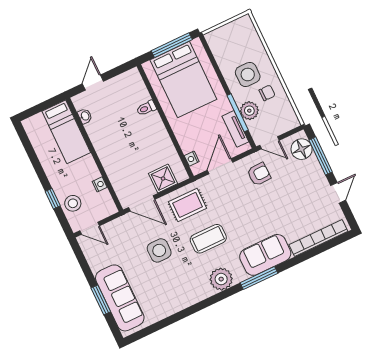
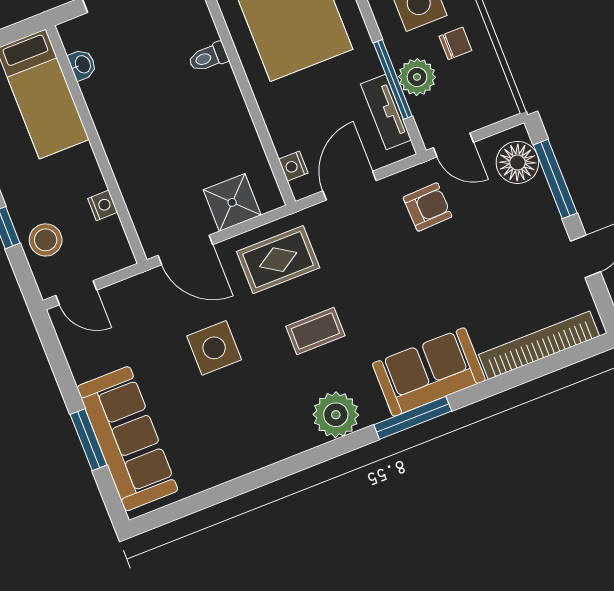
coffee table: (208, 239) -> (315, 331), width x0.73, depth x0.77

